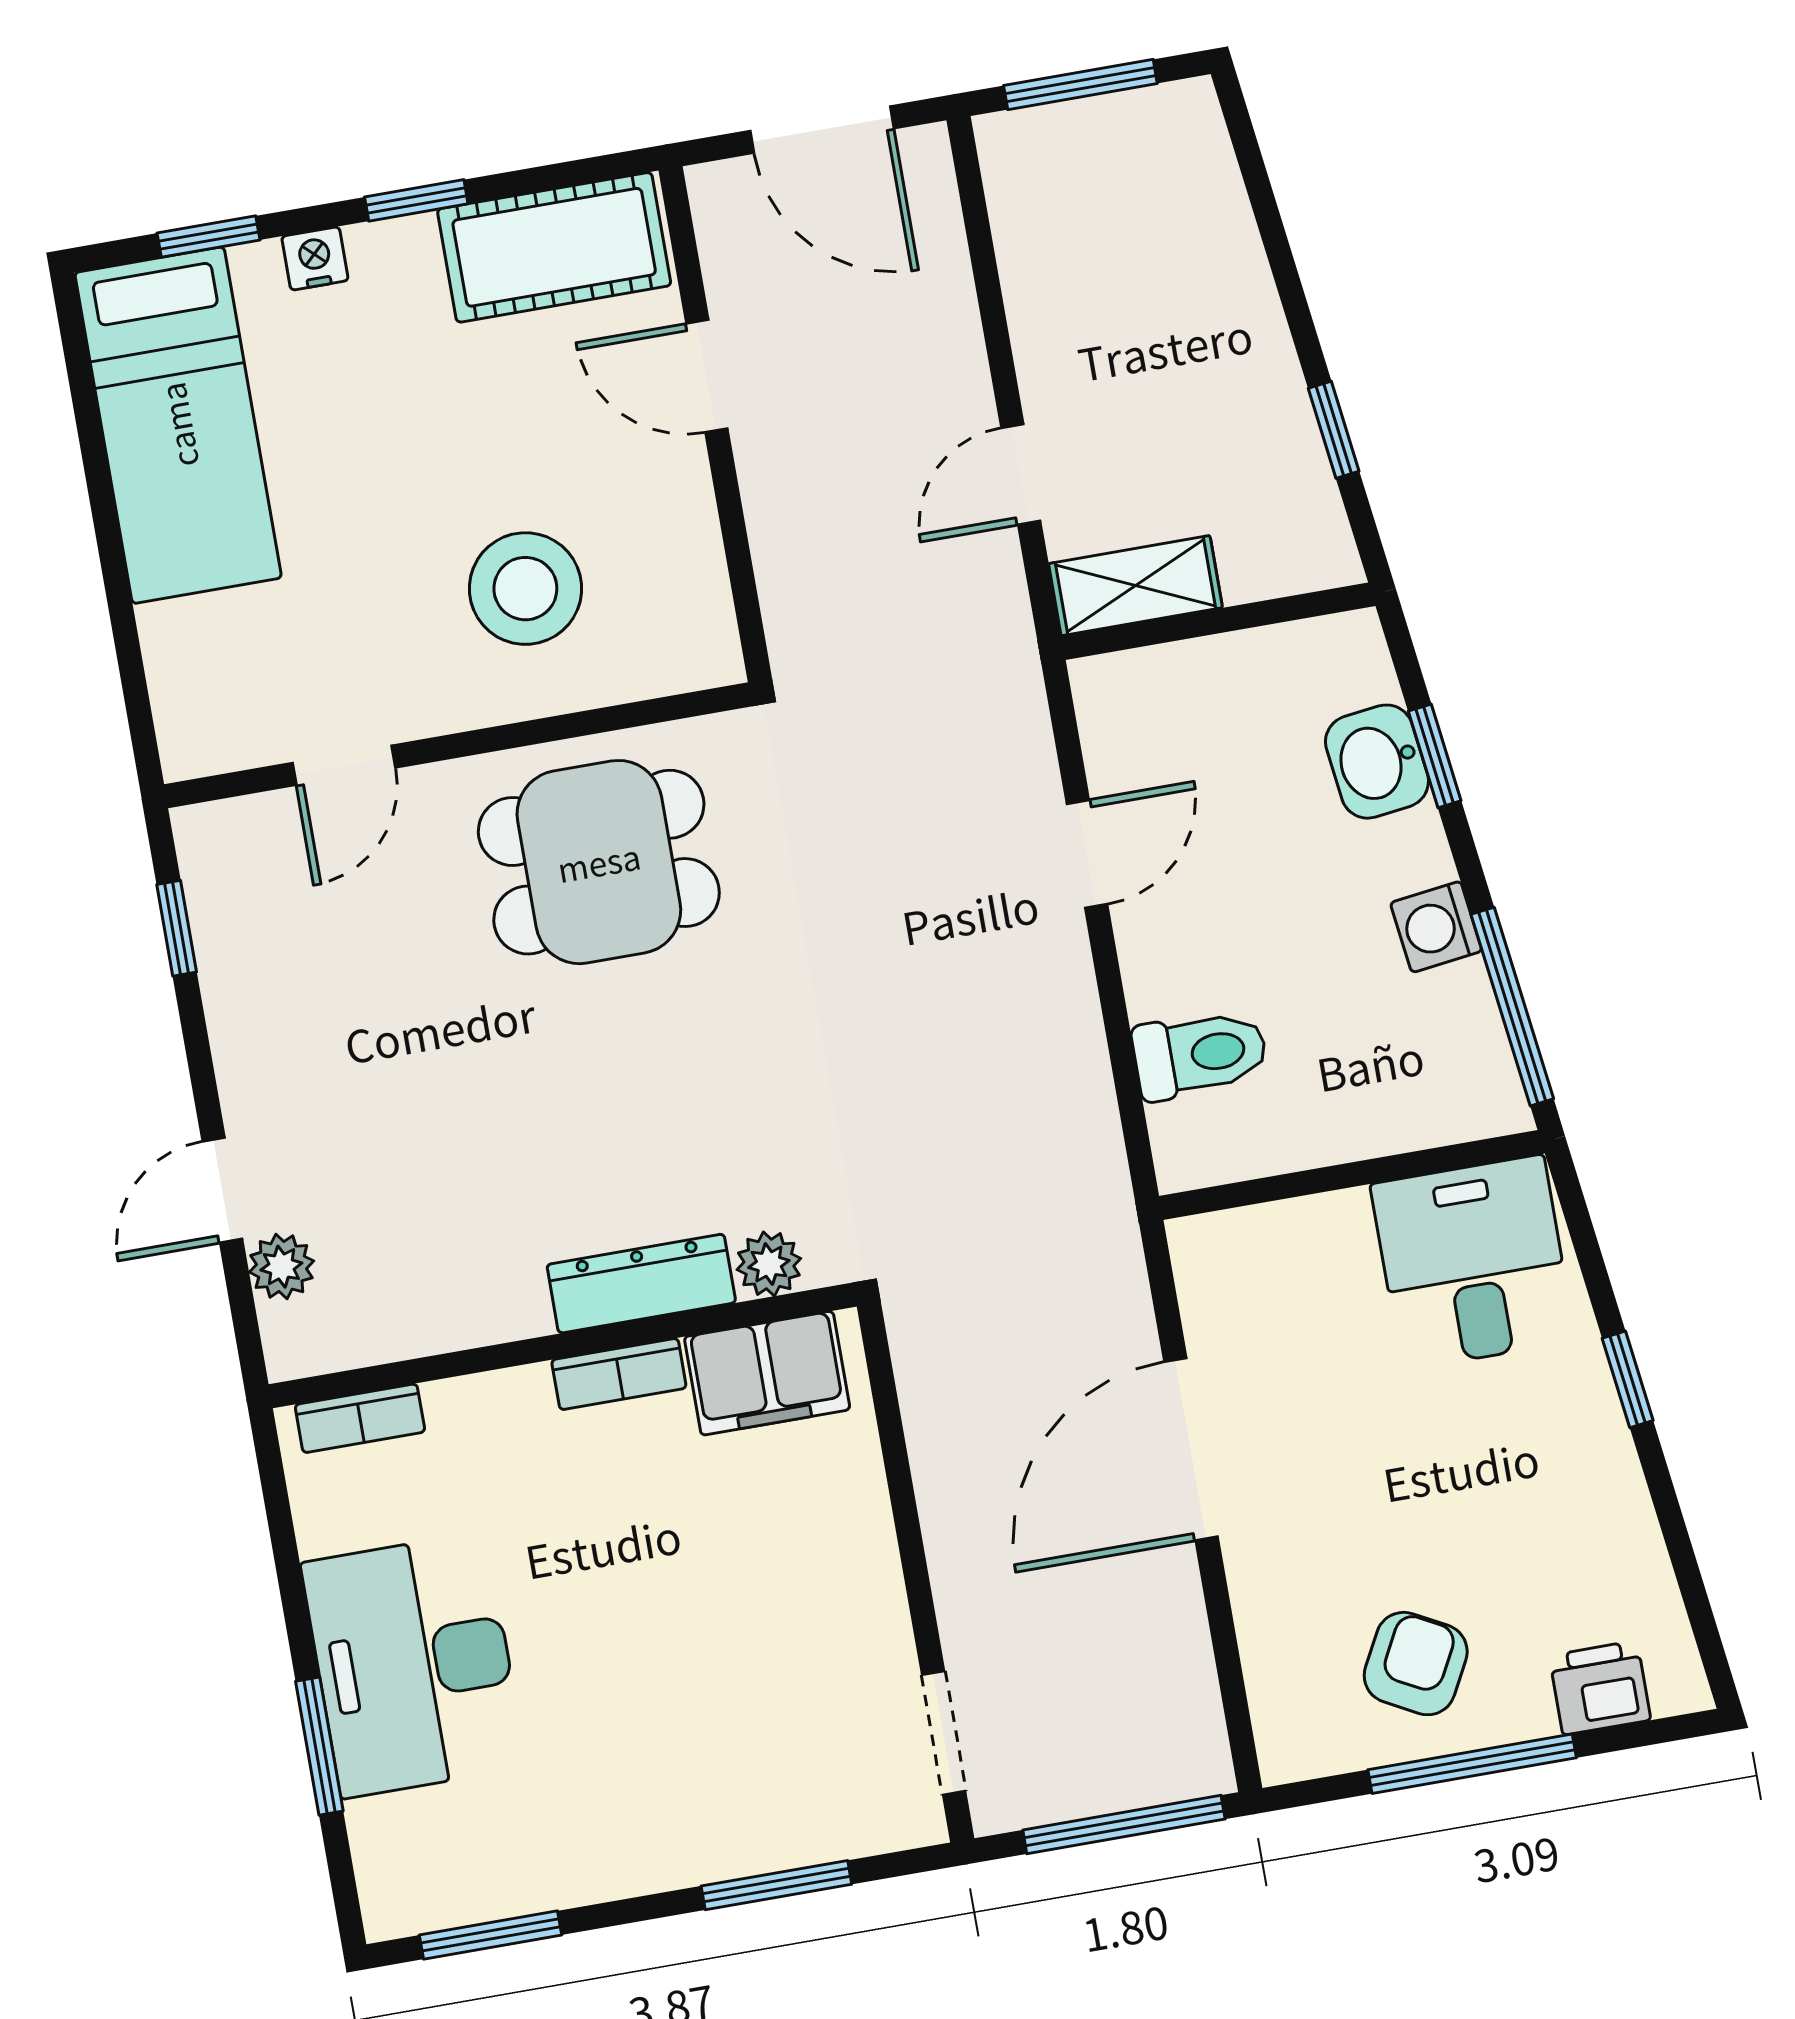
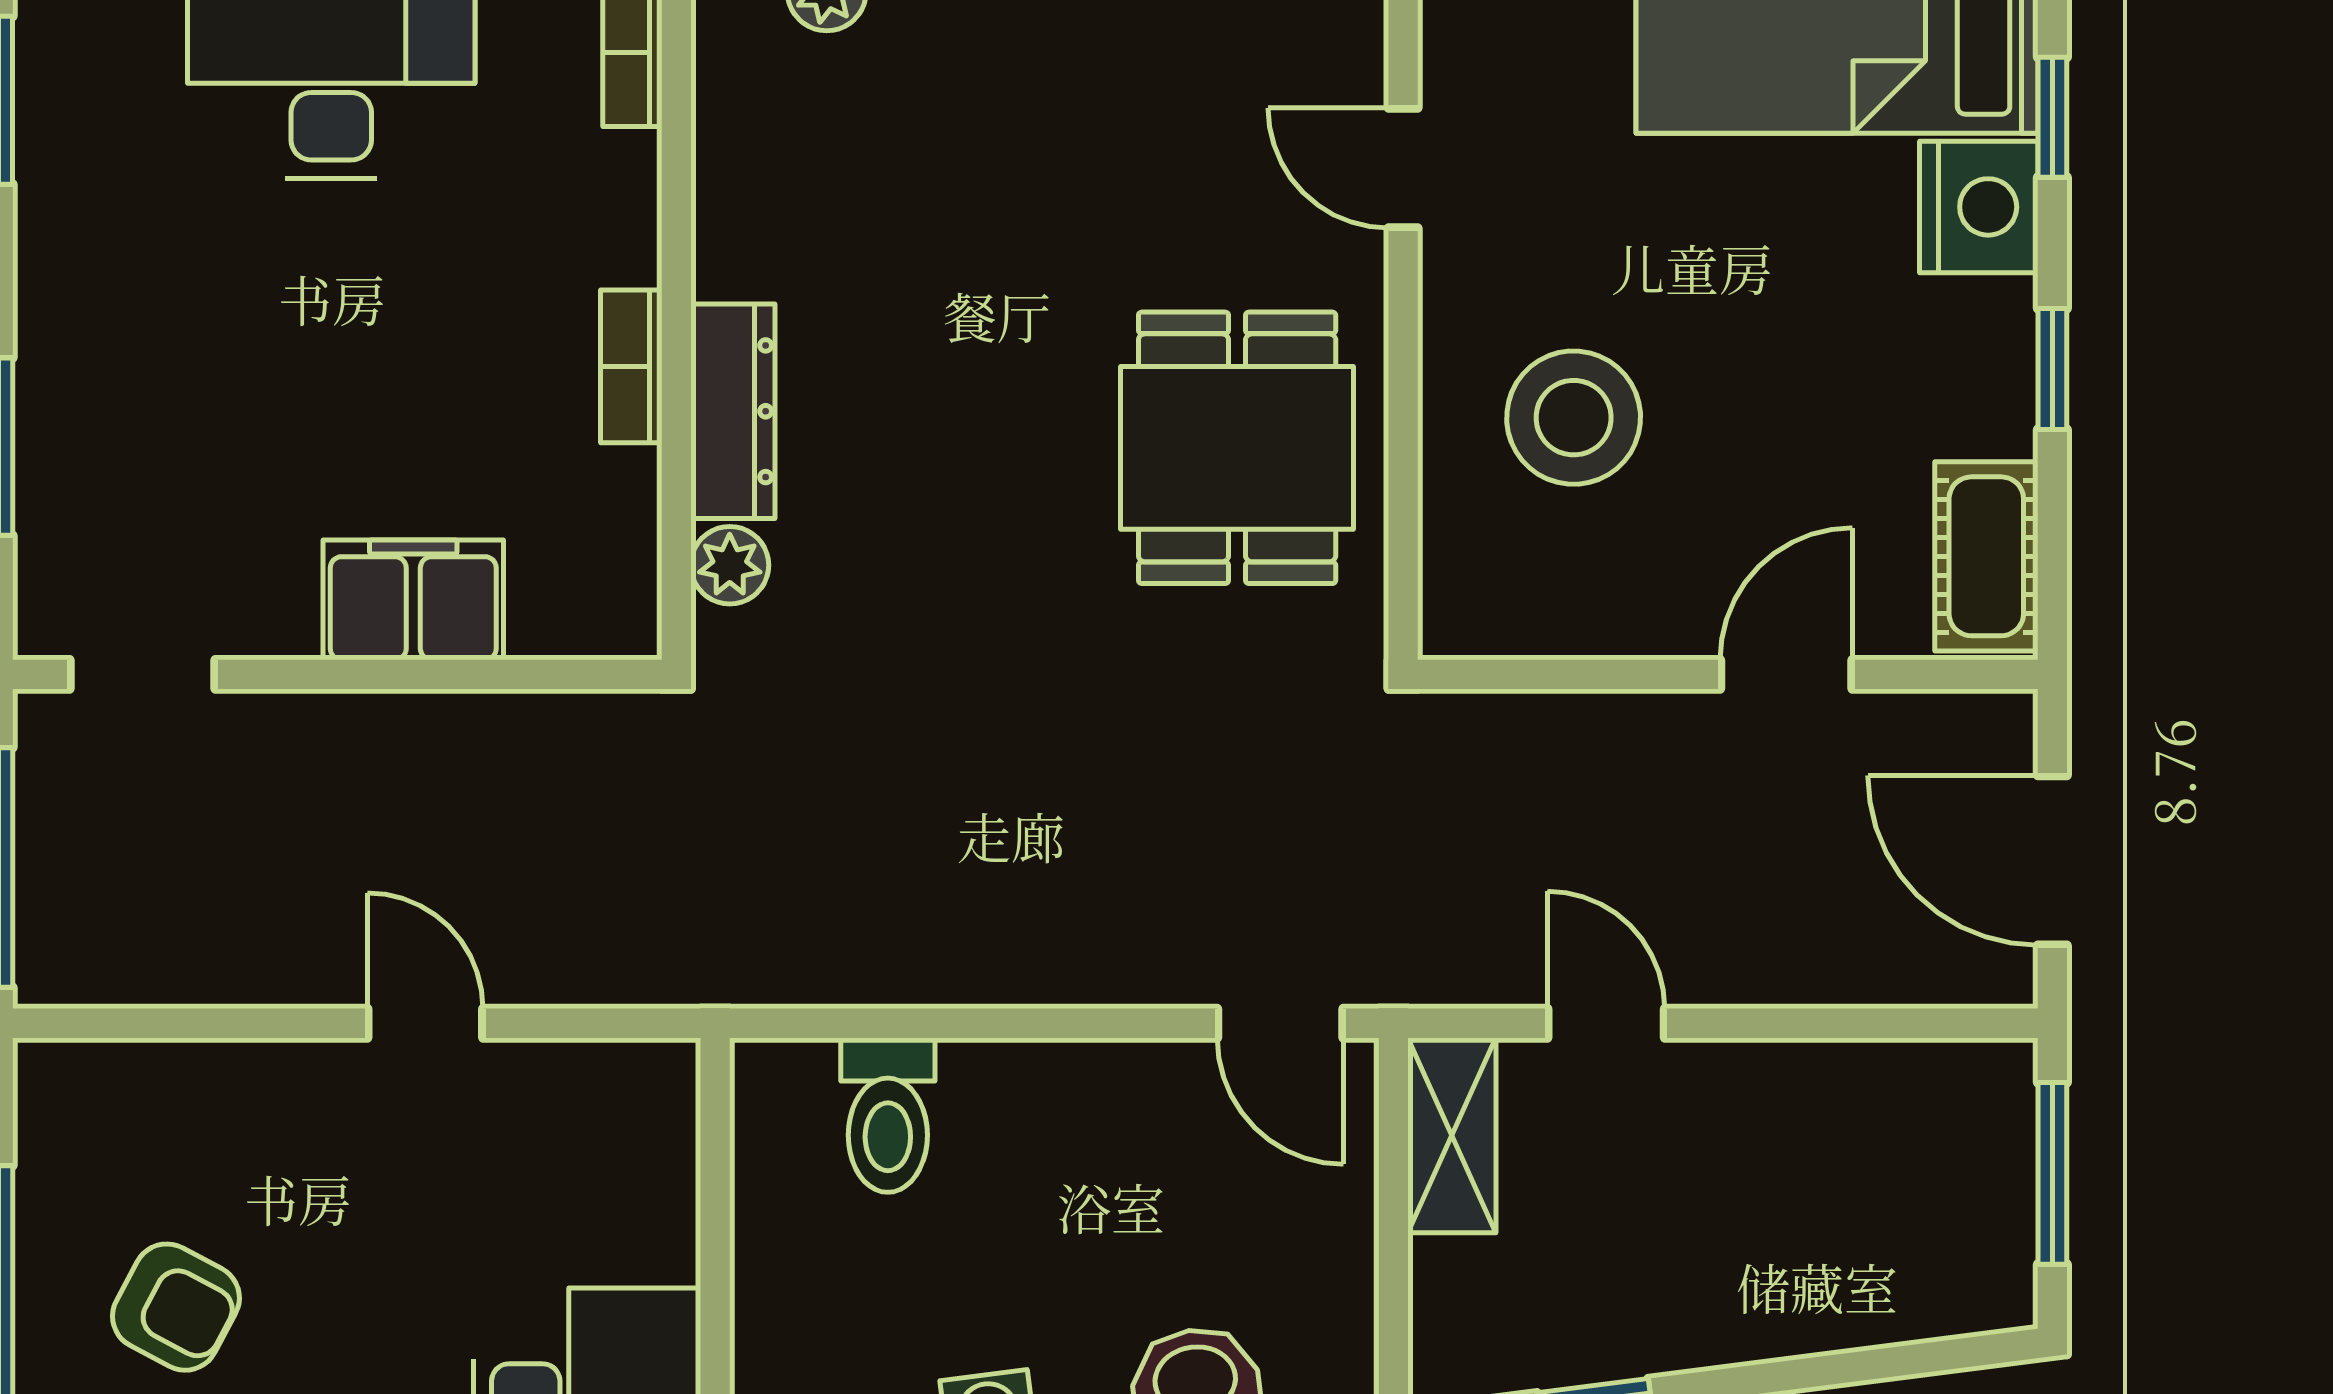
door: (822, 130) -> (2052, 860), hinge flipped
cot: (554, 247) -> (1986, 556), width x0.73, depth x0.75
nightstand: (315, 258) -> (1979, 207), width x1.89, depth x1.79
door: (1087, 854) -> (1280, 1023), moved
filing cabinet: (767, 1373) -> (413, 600), moved, turned 90
door: (1191, 1449) -> (425, 1023), width x0.53
armchair: (1416, 1664) -> (176, 1307), moved

